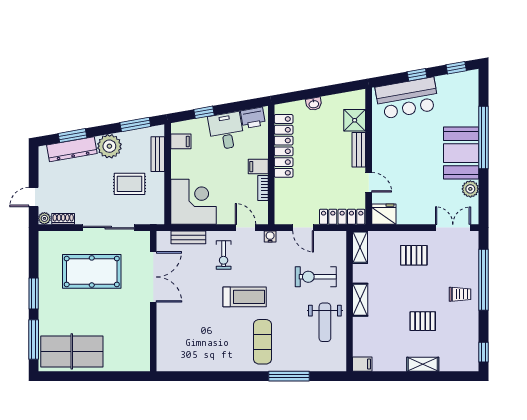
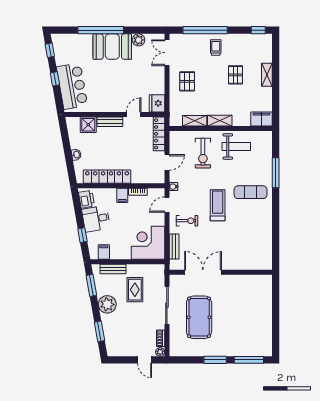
dresser: (72, 149) -> (110, 332), removed
shelving: (360, 247) -> (195, 121), moved
table tennis table: (72, 351) -> (258, 332), removed
filing cabinet: (362, 364) -> (262, 119), width x2.00

